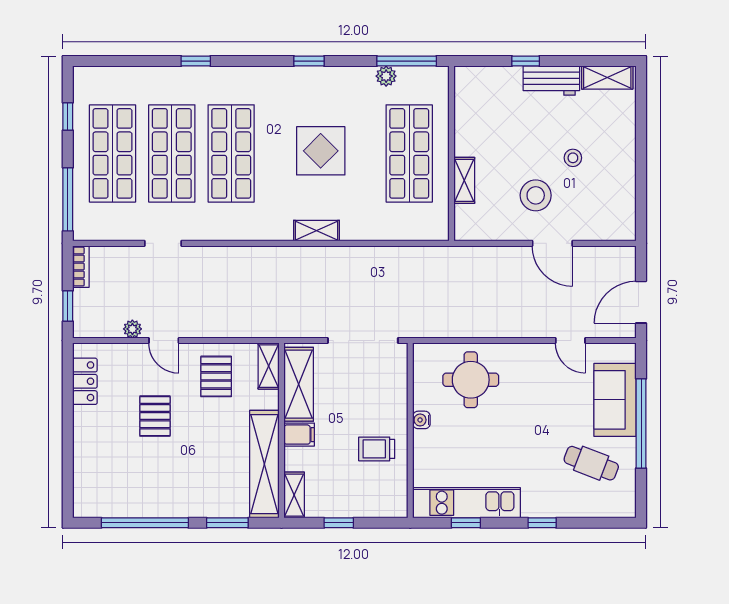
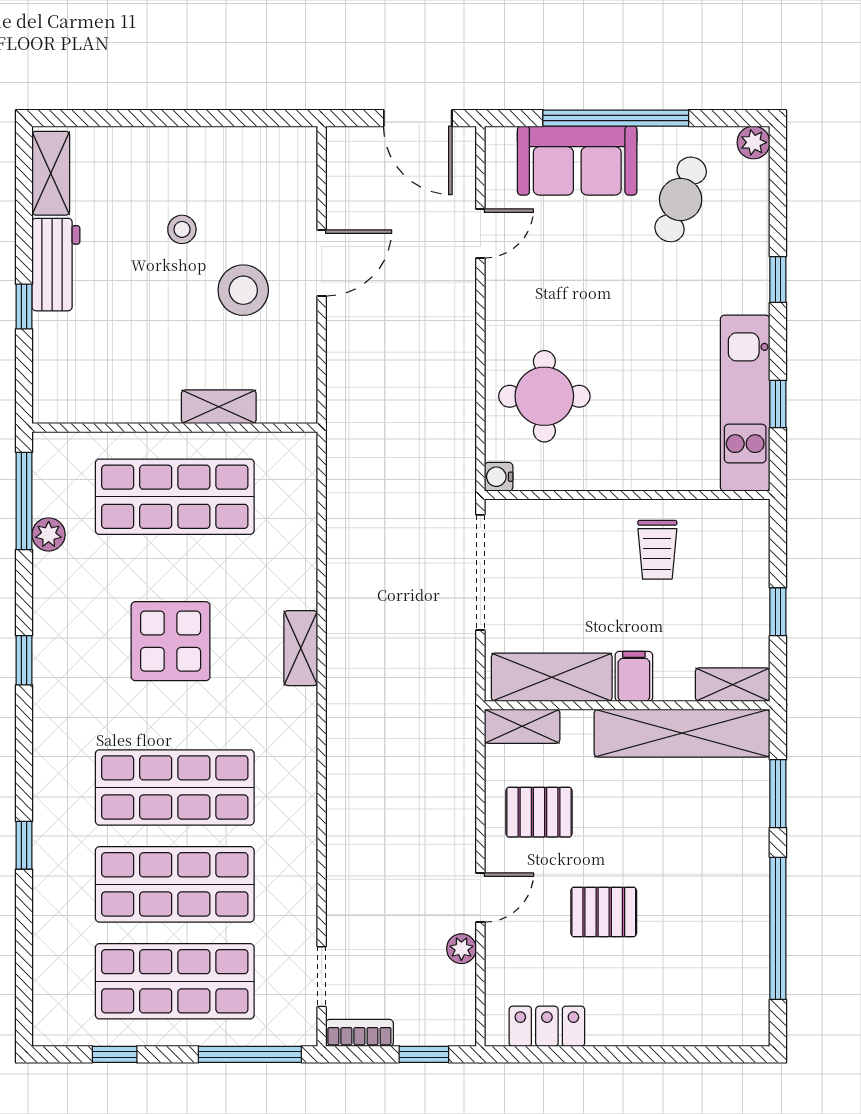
doorway: (163, 243) -> (322, 977), moved
water cooler: (421, 420) -> (499, 477), moved, turned 90
plant: (626, 508) -> (754, 142), added

